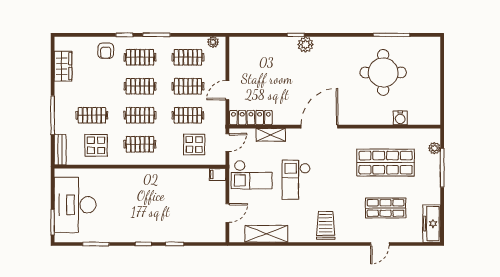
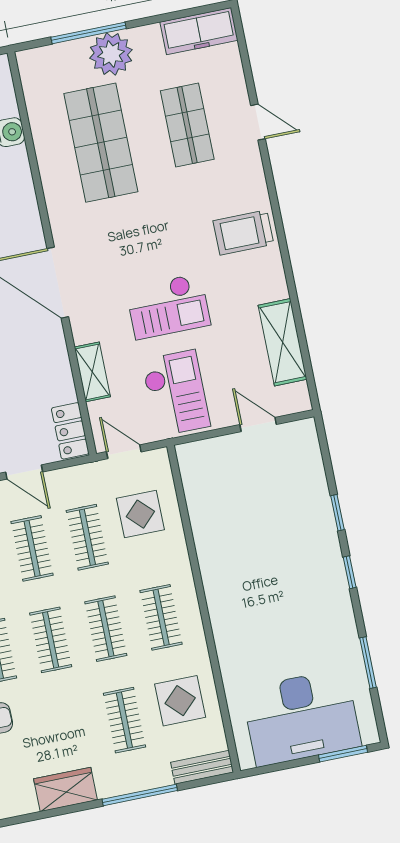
wardrobe: (63, 66) -> (65, 789), moved
locker: (251, 118) -> (70, 431), width x0.66
plant: (434, 148) -> (111, 54), moved, width x1.87, depth x1.87
filing cabinet: (217, 174) -> (189, 458), removed

